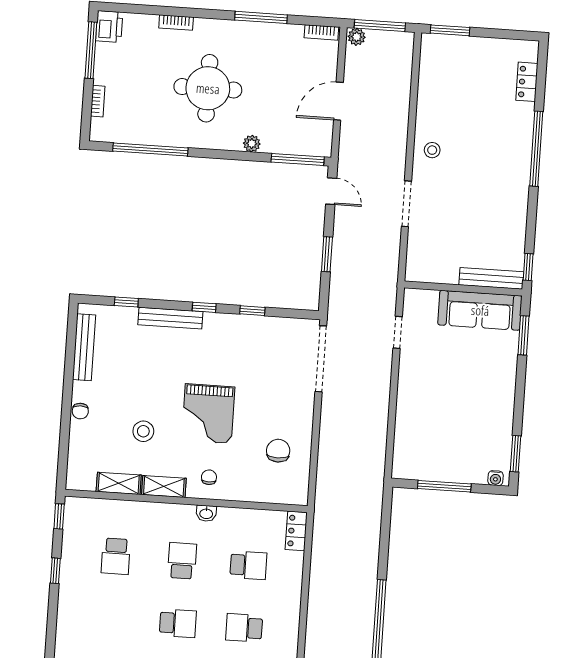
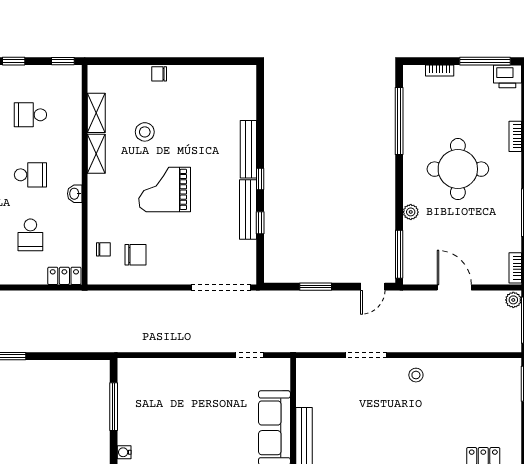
window: (126, 302) -> (260, 109), removed
bench: (84, 347) -> (248, 210), moved, turned 90
chair: (209, 477) -> (103, 249), moved

